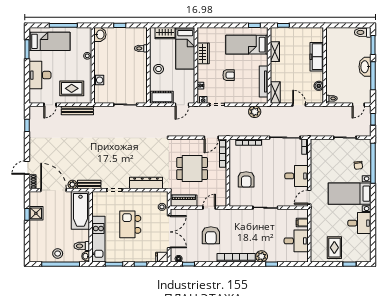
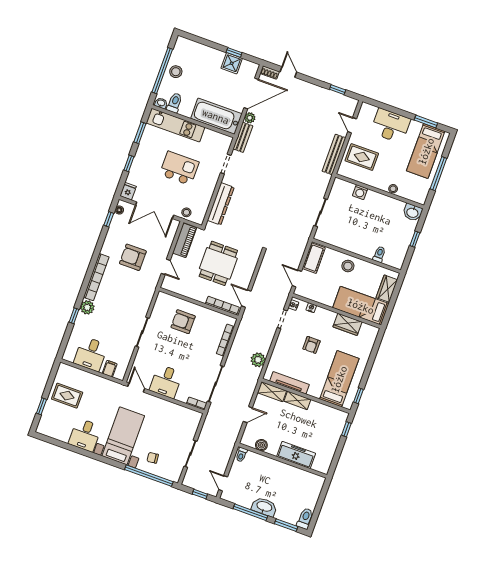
shelving: (275, 52) -> (297, 400), moved
rug: (72, 88) -> (362, 157), turned 90

